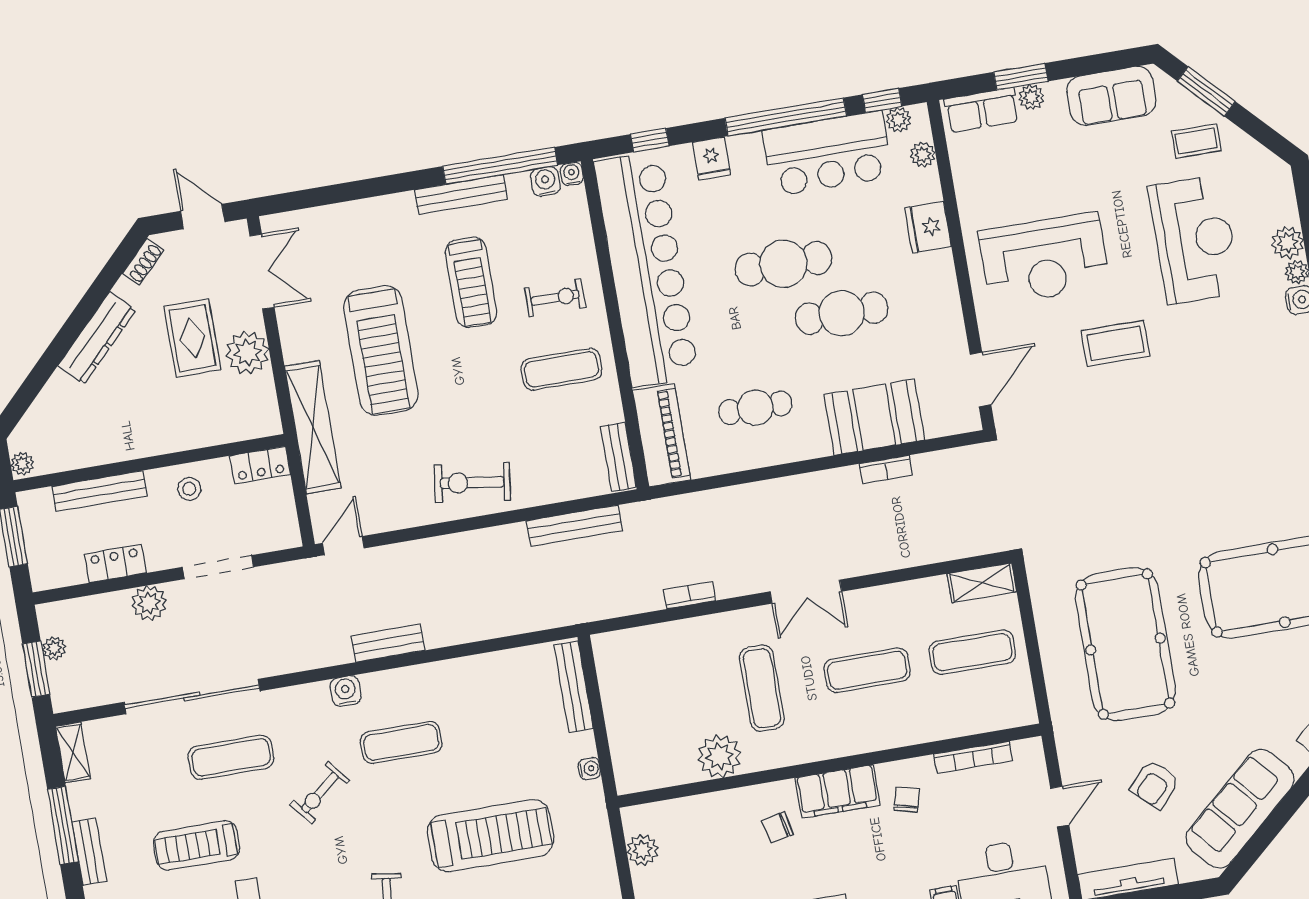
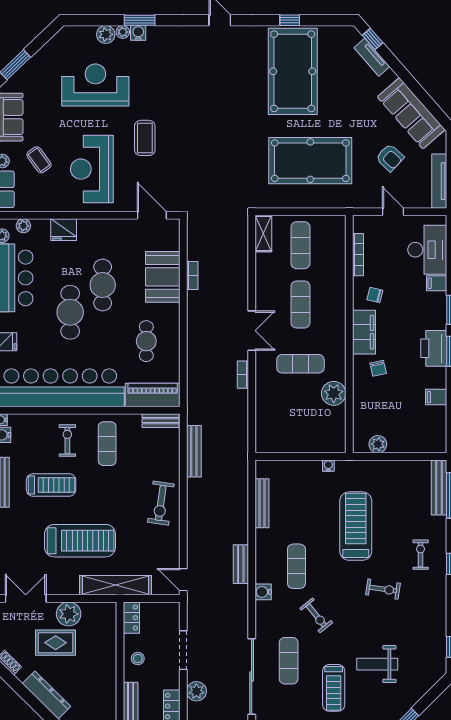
coffee table: (1196, 141) -> (39, 160), moved, turned -36
reception desk: (1044, 259) -> (92, 169), turned 180
bookcase: (689, 595) -> (243, 375), moved
bench: (573, 687) -> (262, 503), moved, turned 90

